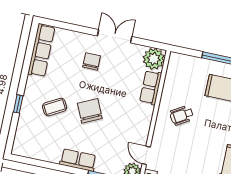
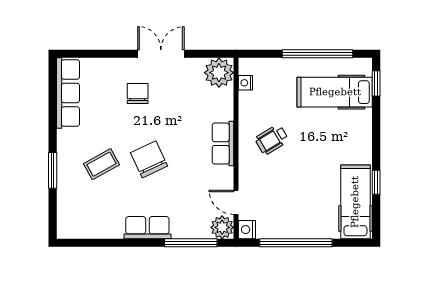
nightstand: (171, 70) -> (245, 83), added
row of seats: (151, 88) -> (223, 144), moved
window: (18, 104) -> (53, 170), width x1.50

